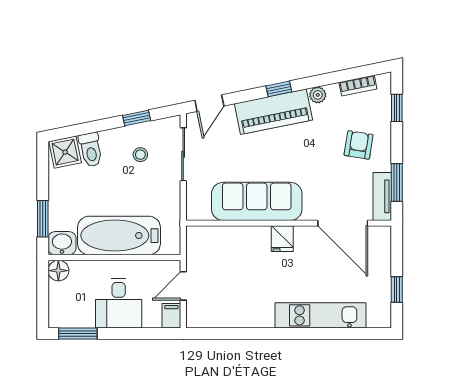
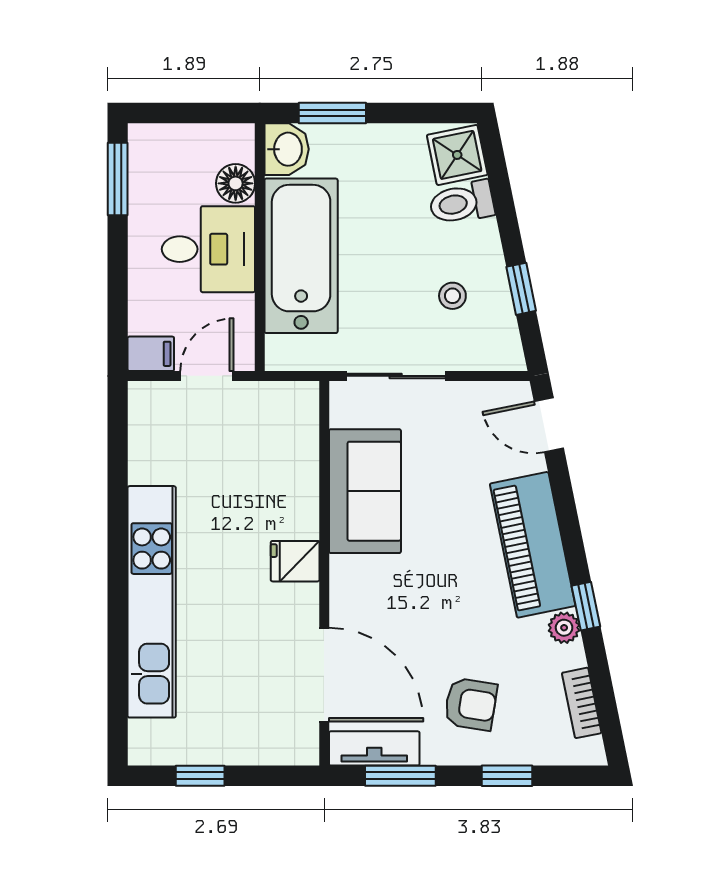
window: (279, 89) -> (586, 606), moved
window: (397, 108) -> (507, 776), moved
sliding door: (183, 154) -> (396, 376), moved
sofa: (257, 201) -> (365, 491), width x0.73
door: (343, 223) -> (324, 675), swing flipped
floor lamp: (58, 271) -> (236, 183), moved
door: (183, 286) -> (207, 376), hinge flipped
desk: (119, 303) -> (208, 249), moved, turned 180
kitchen unit: (320, 315) -> (152, 602), width x1.36

